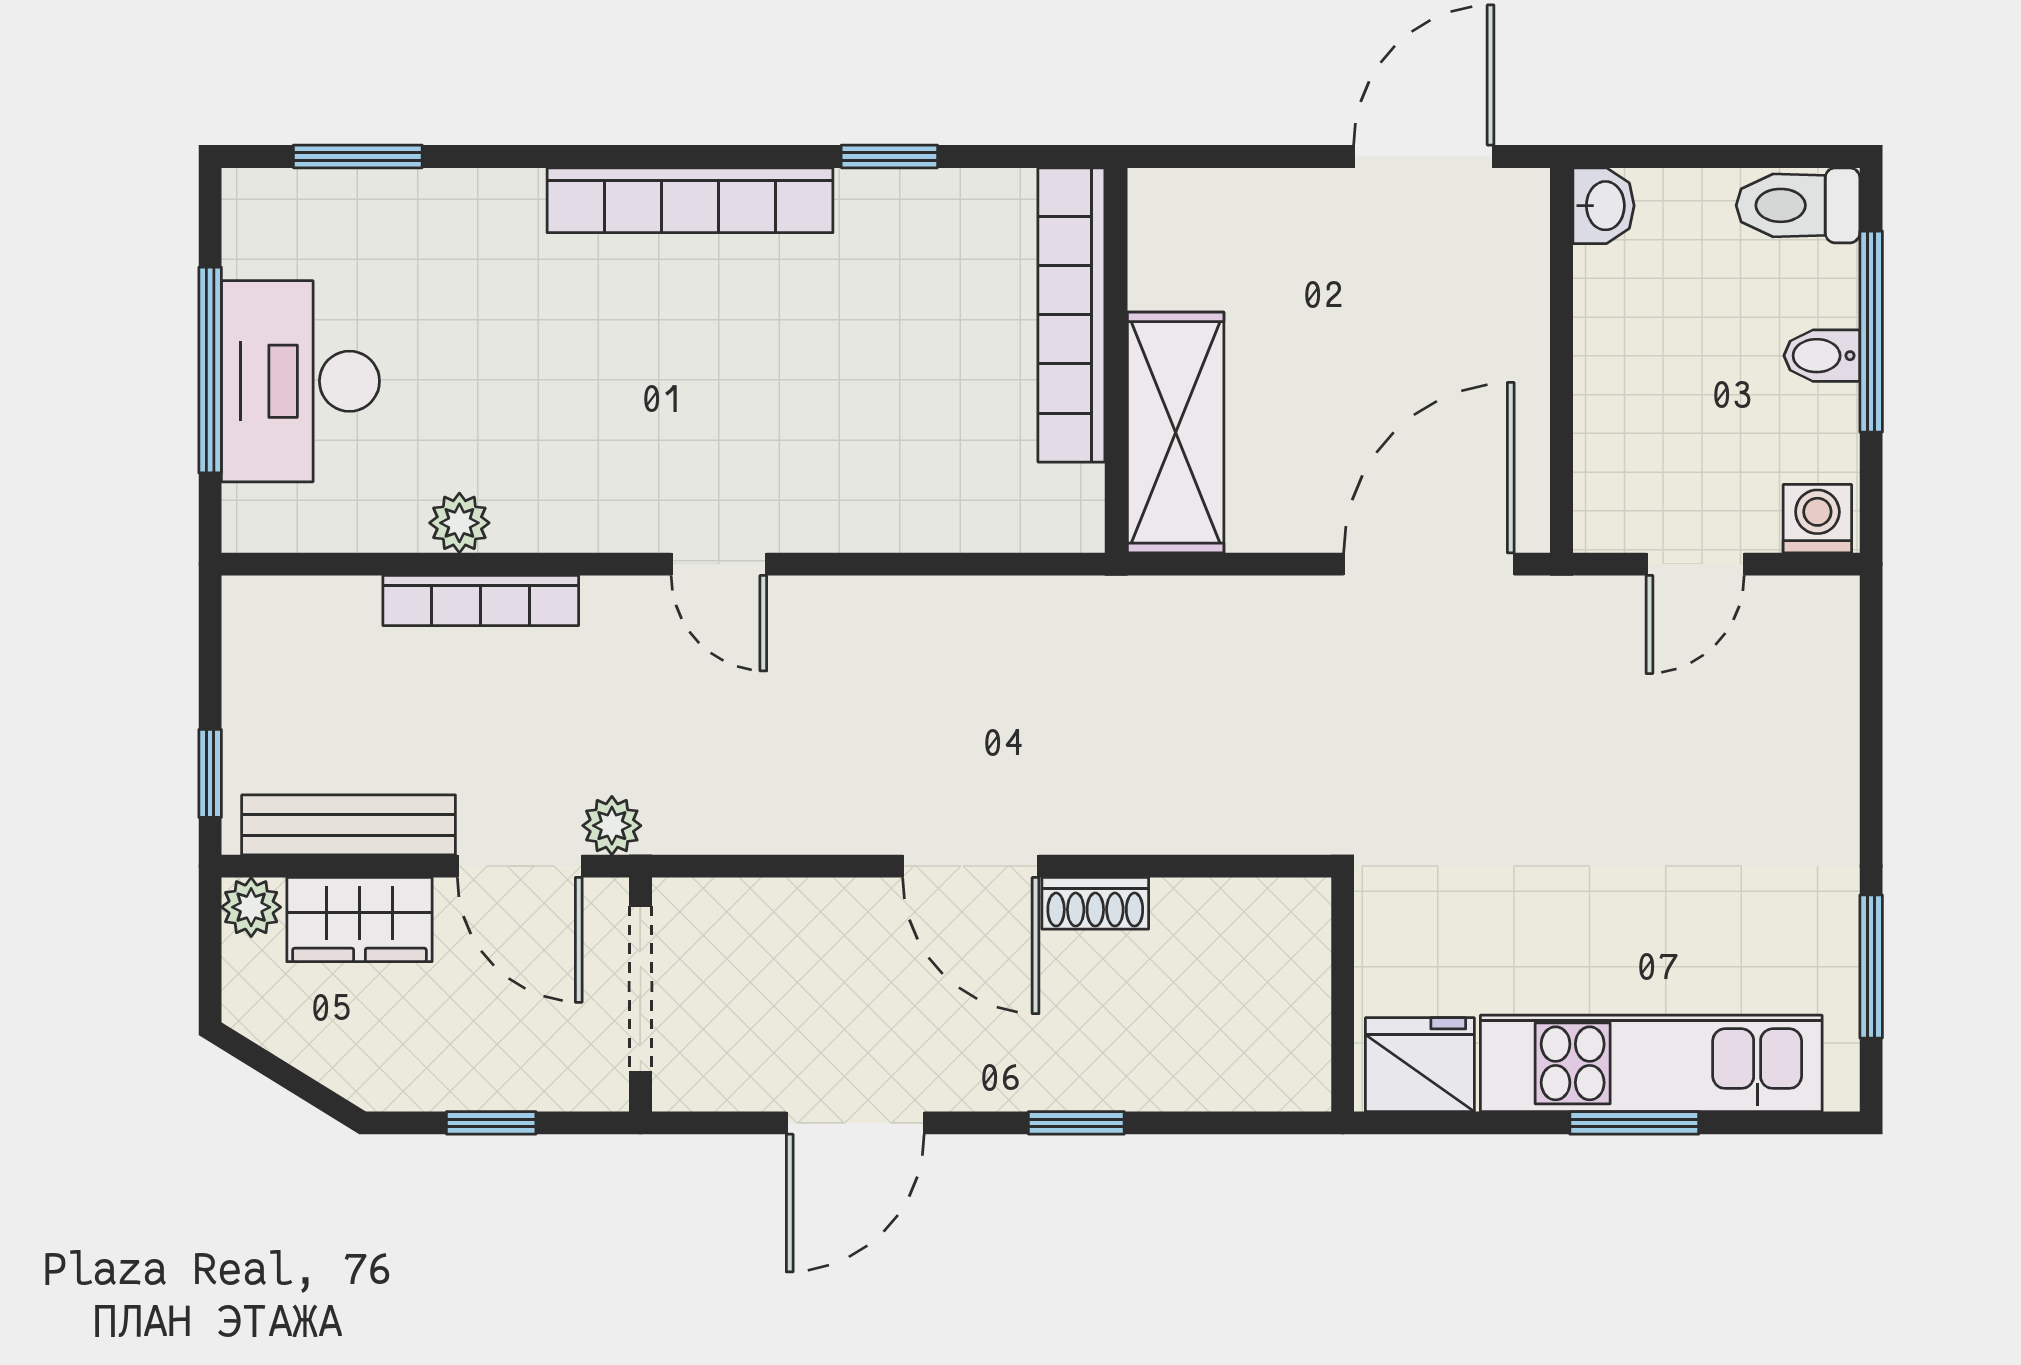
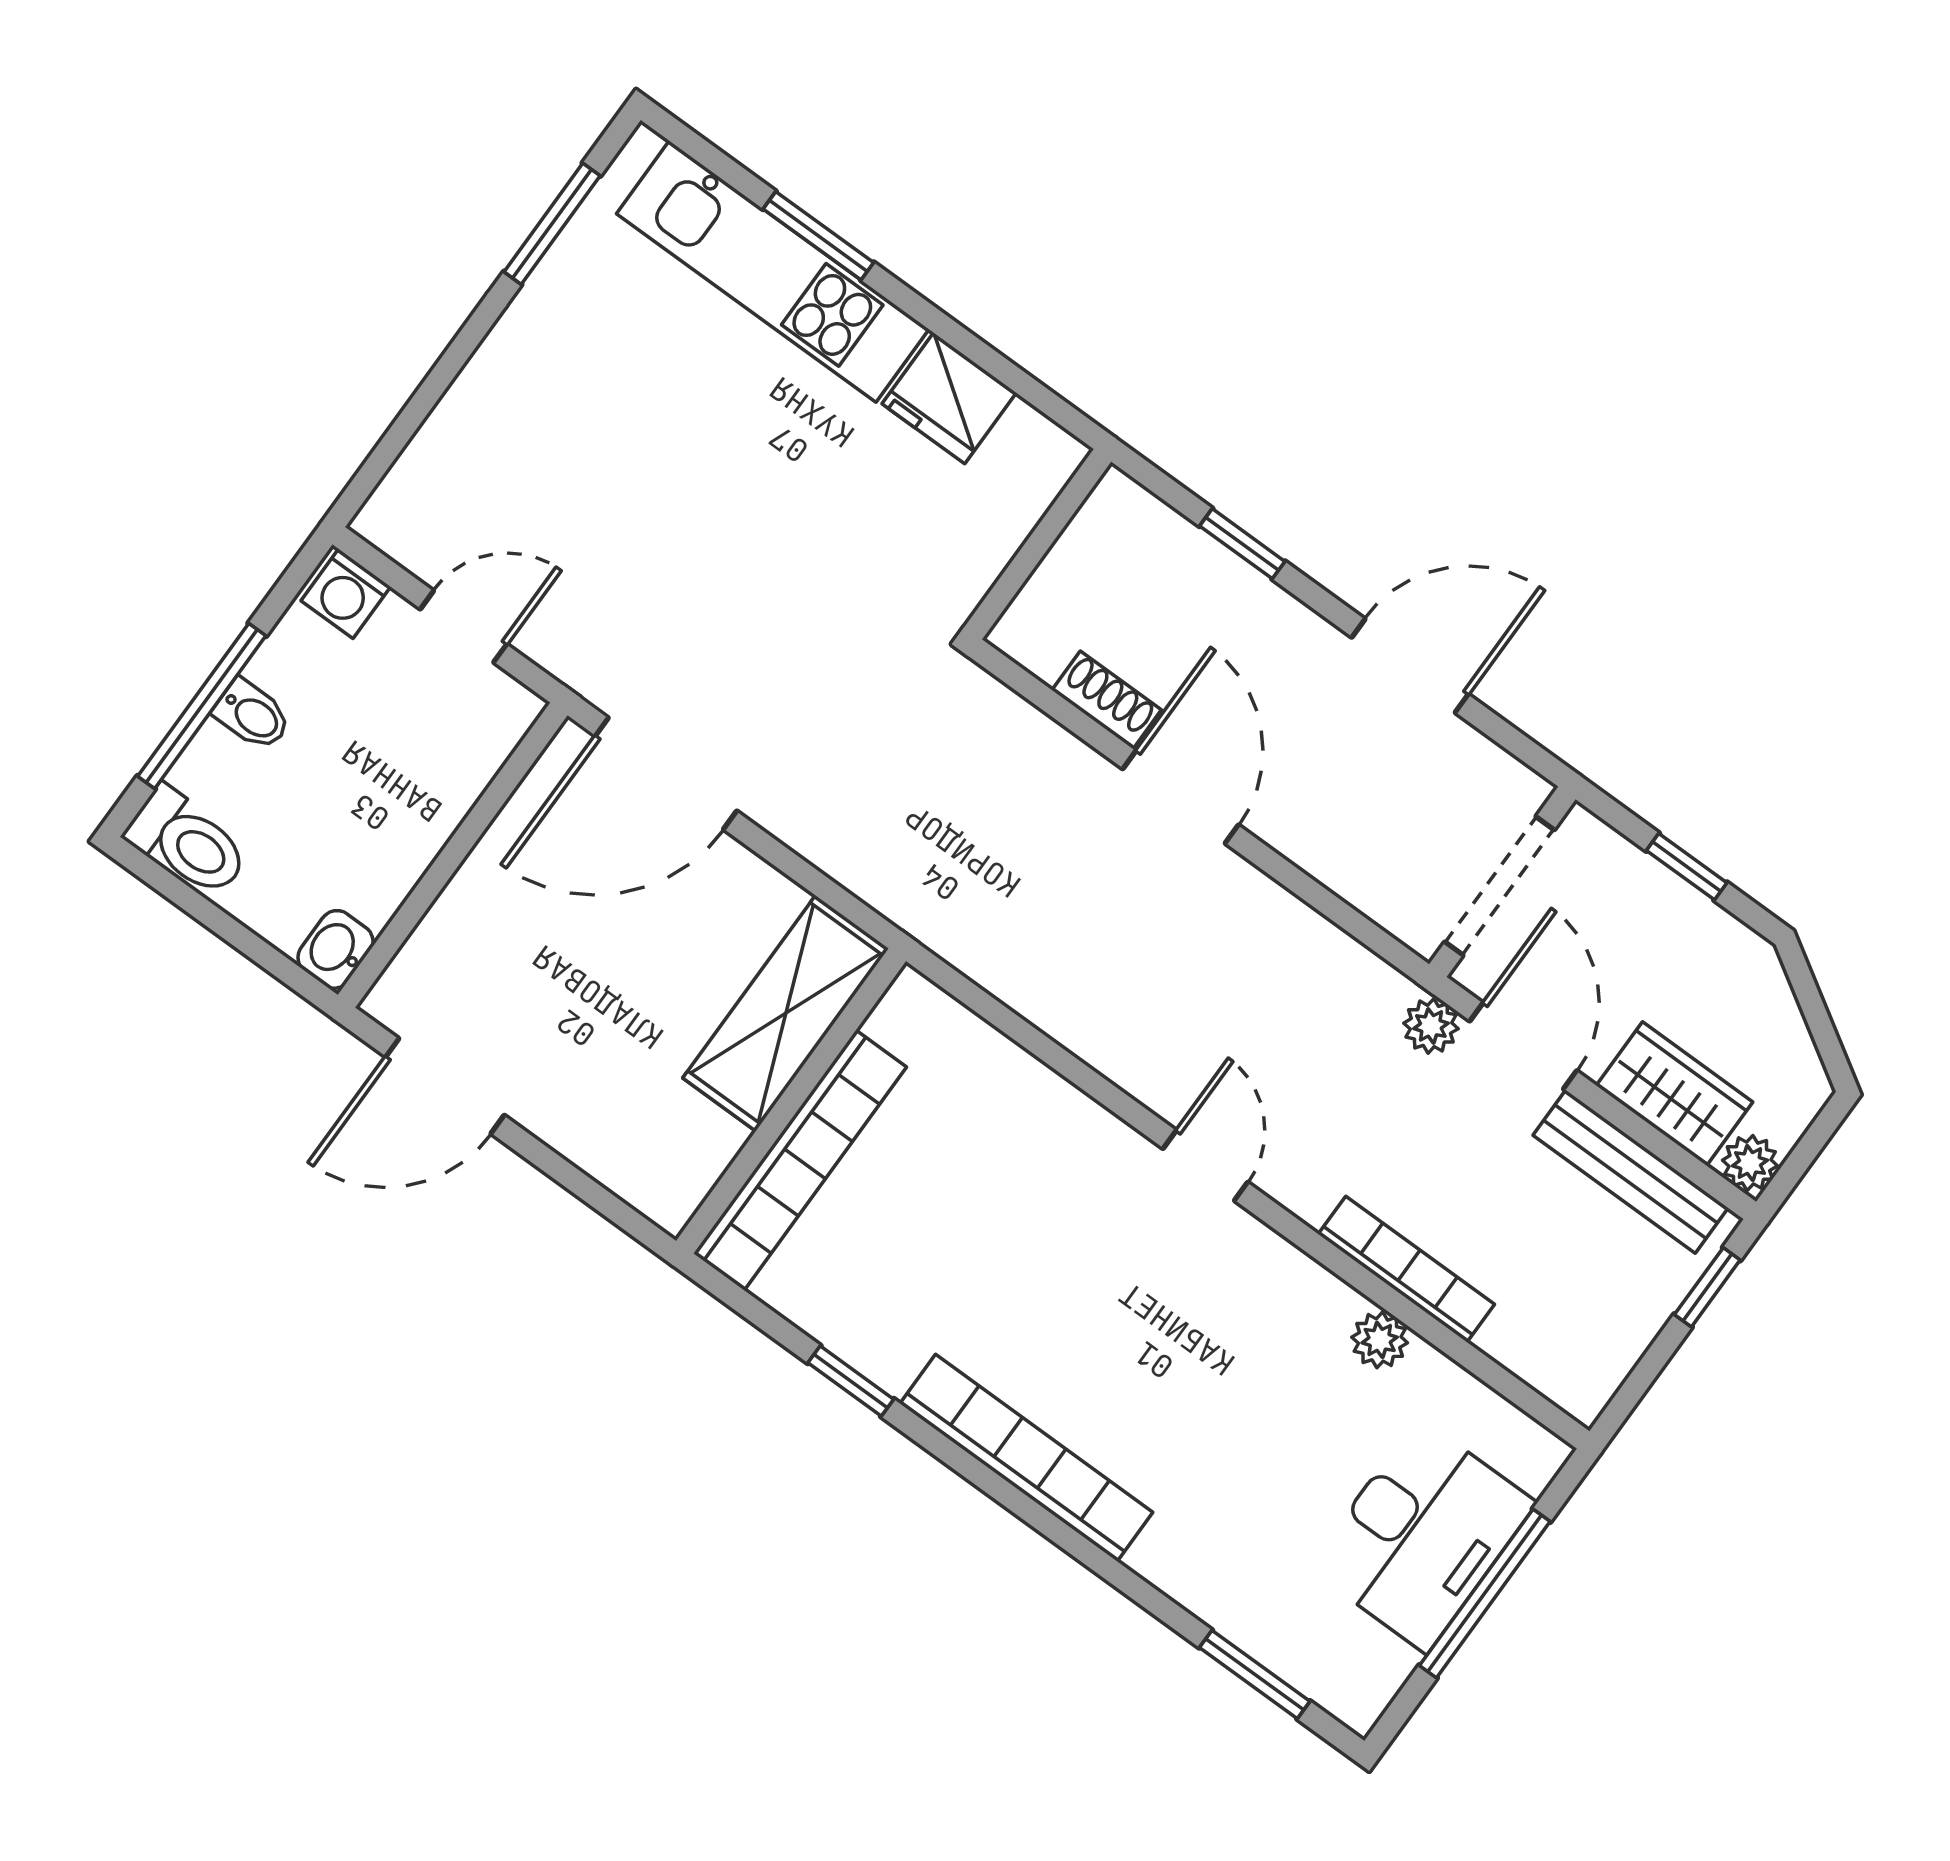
wall: (1343, 994) -> (1038, 544), moved

